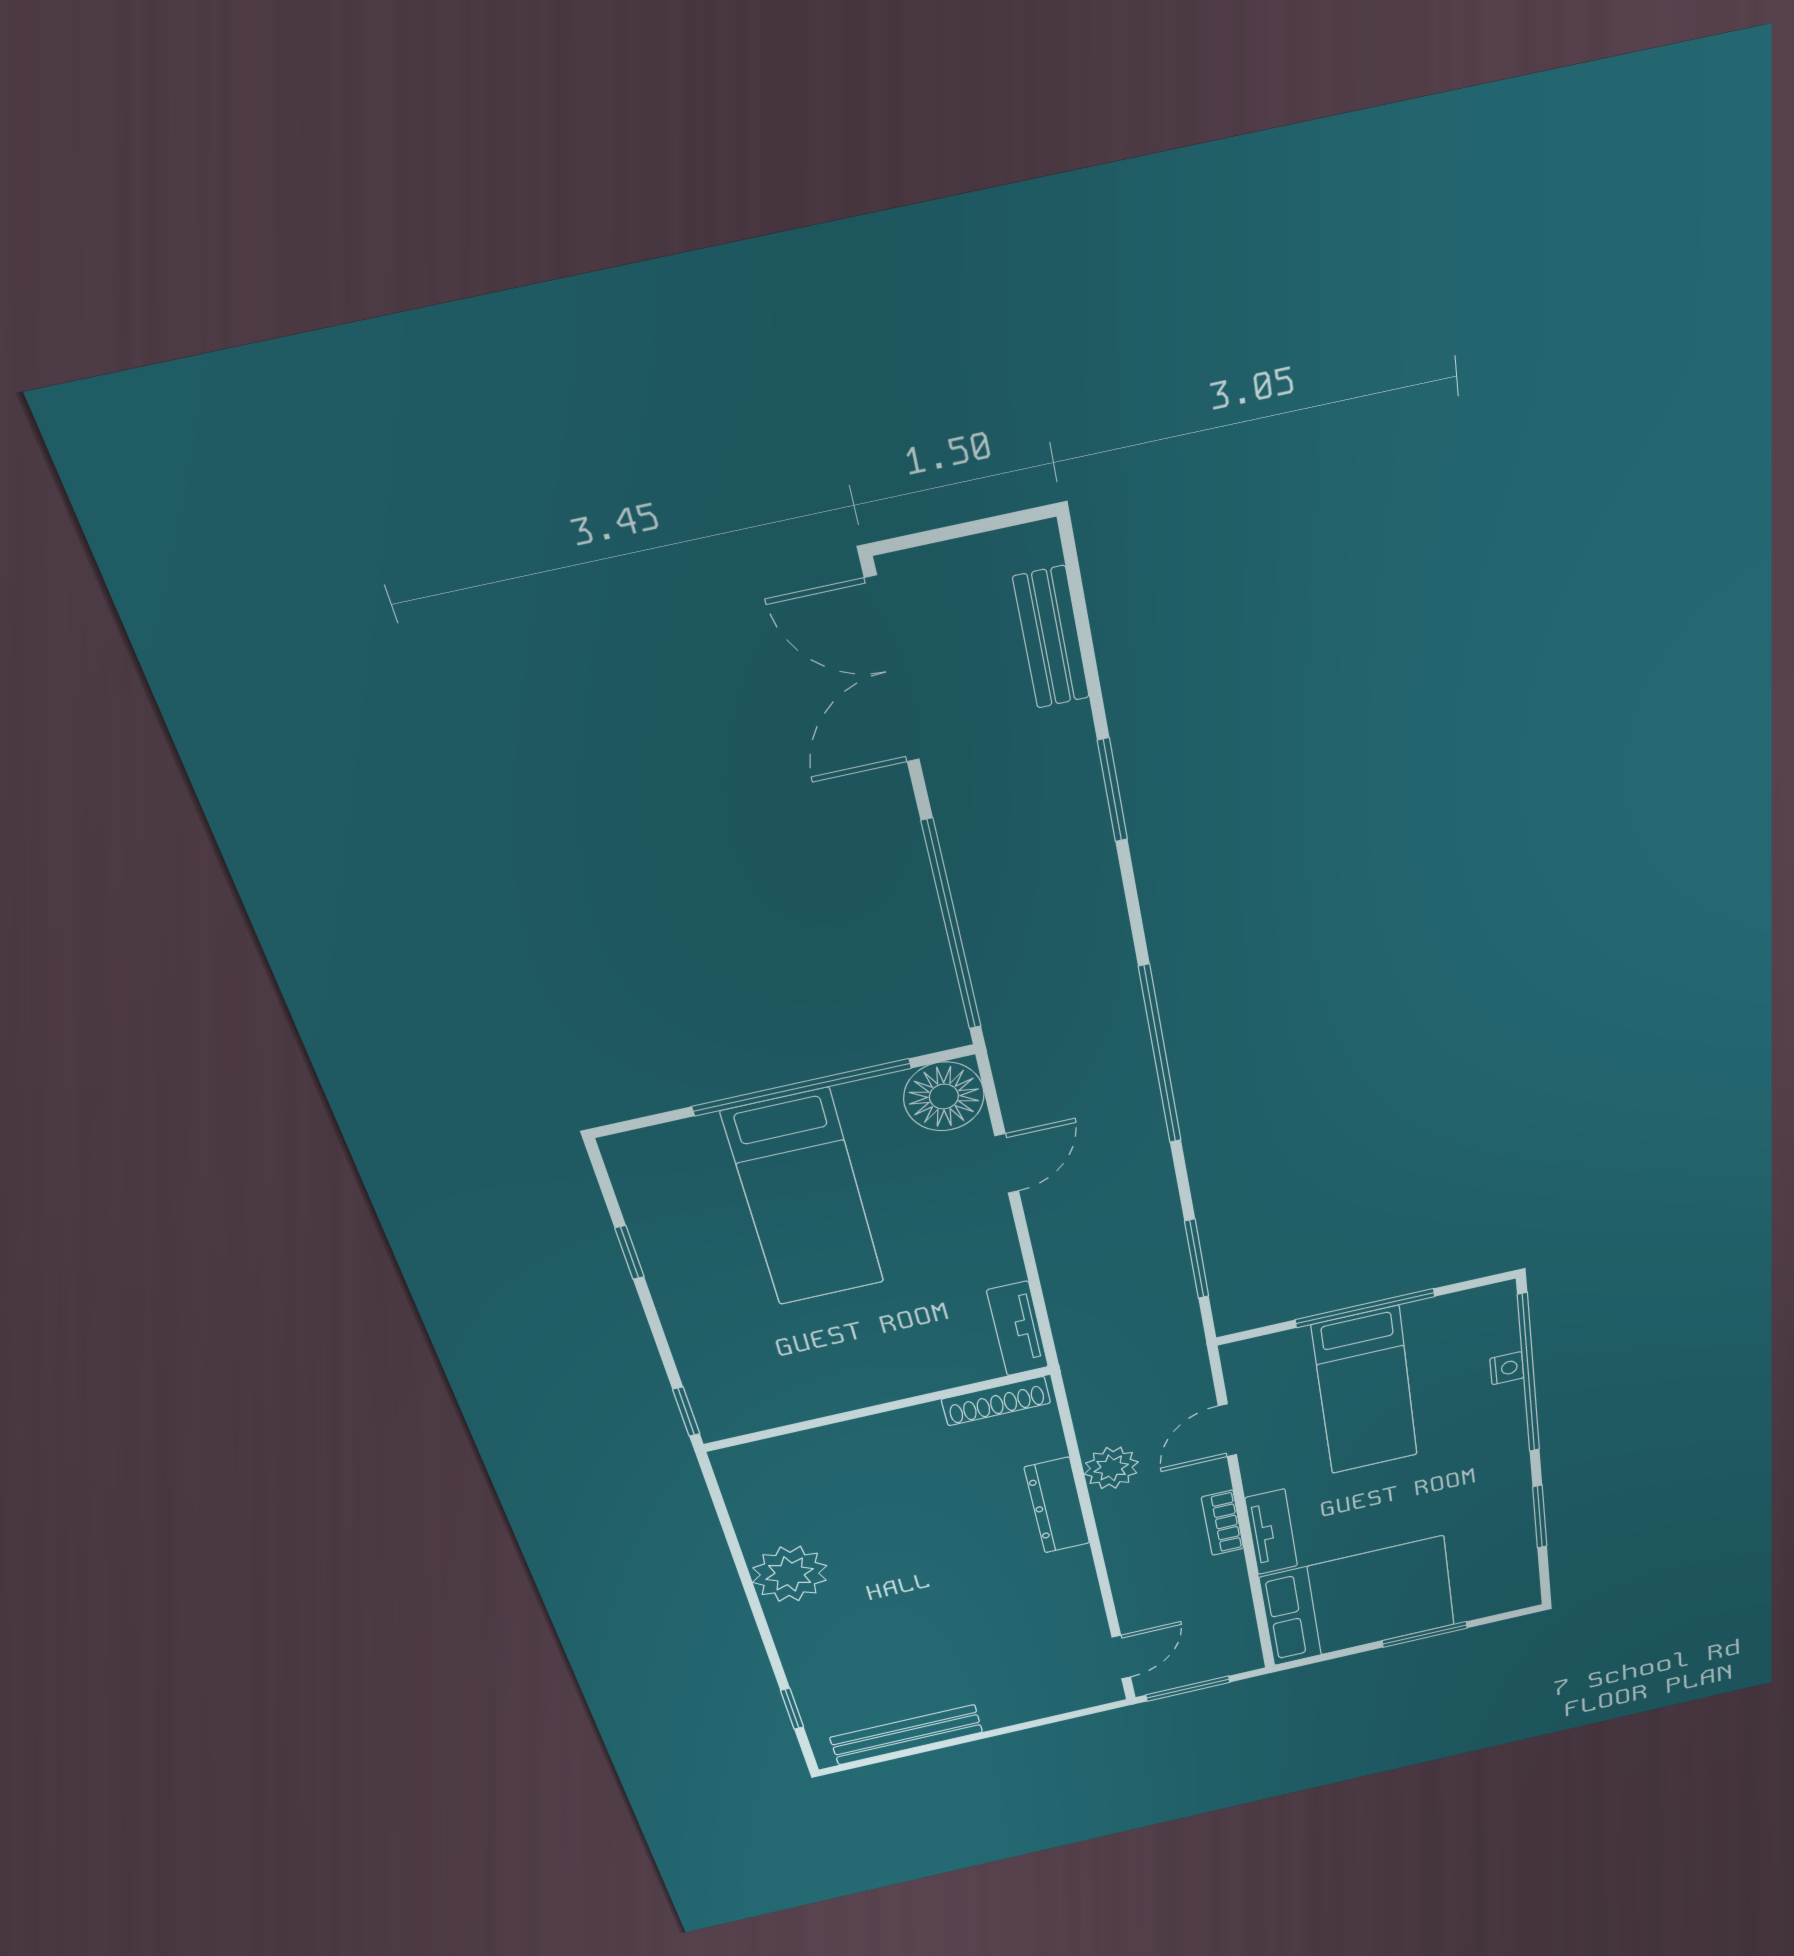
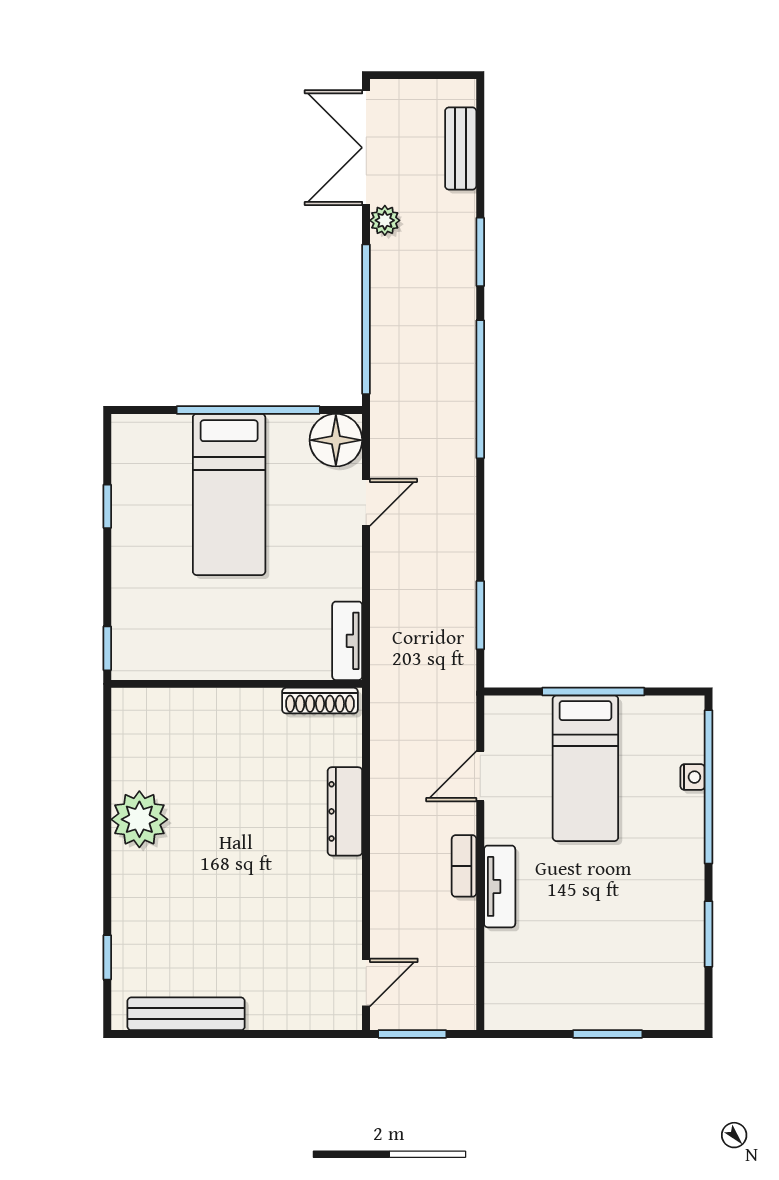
window: (1160, 1055) -> (480, 389), moved
plant: (1111, 1468) -> (385, 220), moved, width x0.73, depth x0.73
bed: (1358, 1601) -> (558, 980), removed

